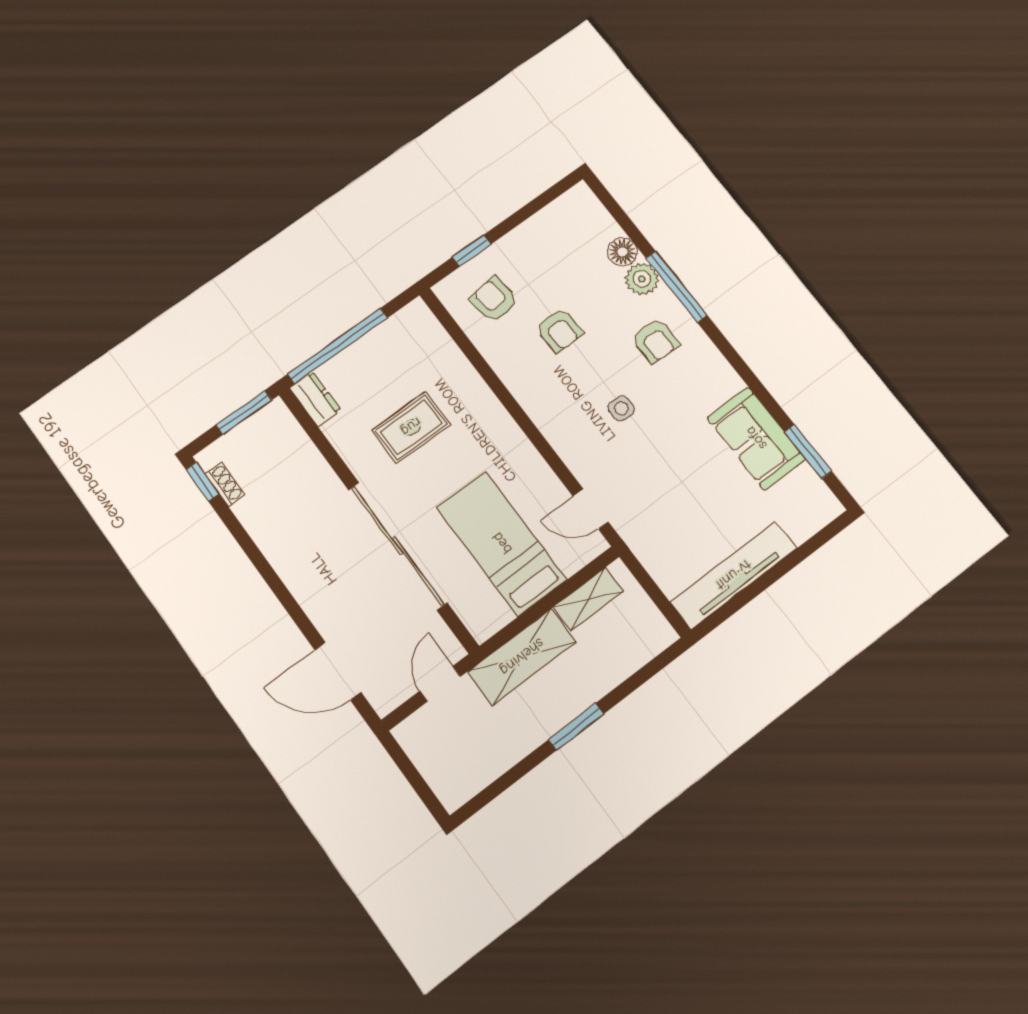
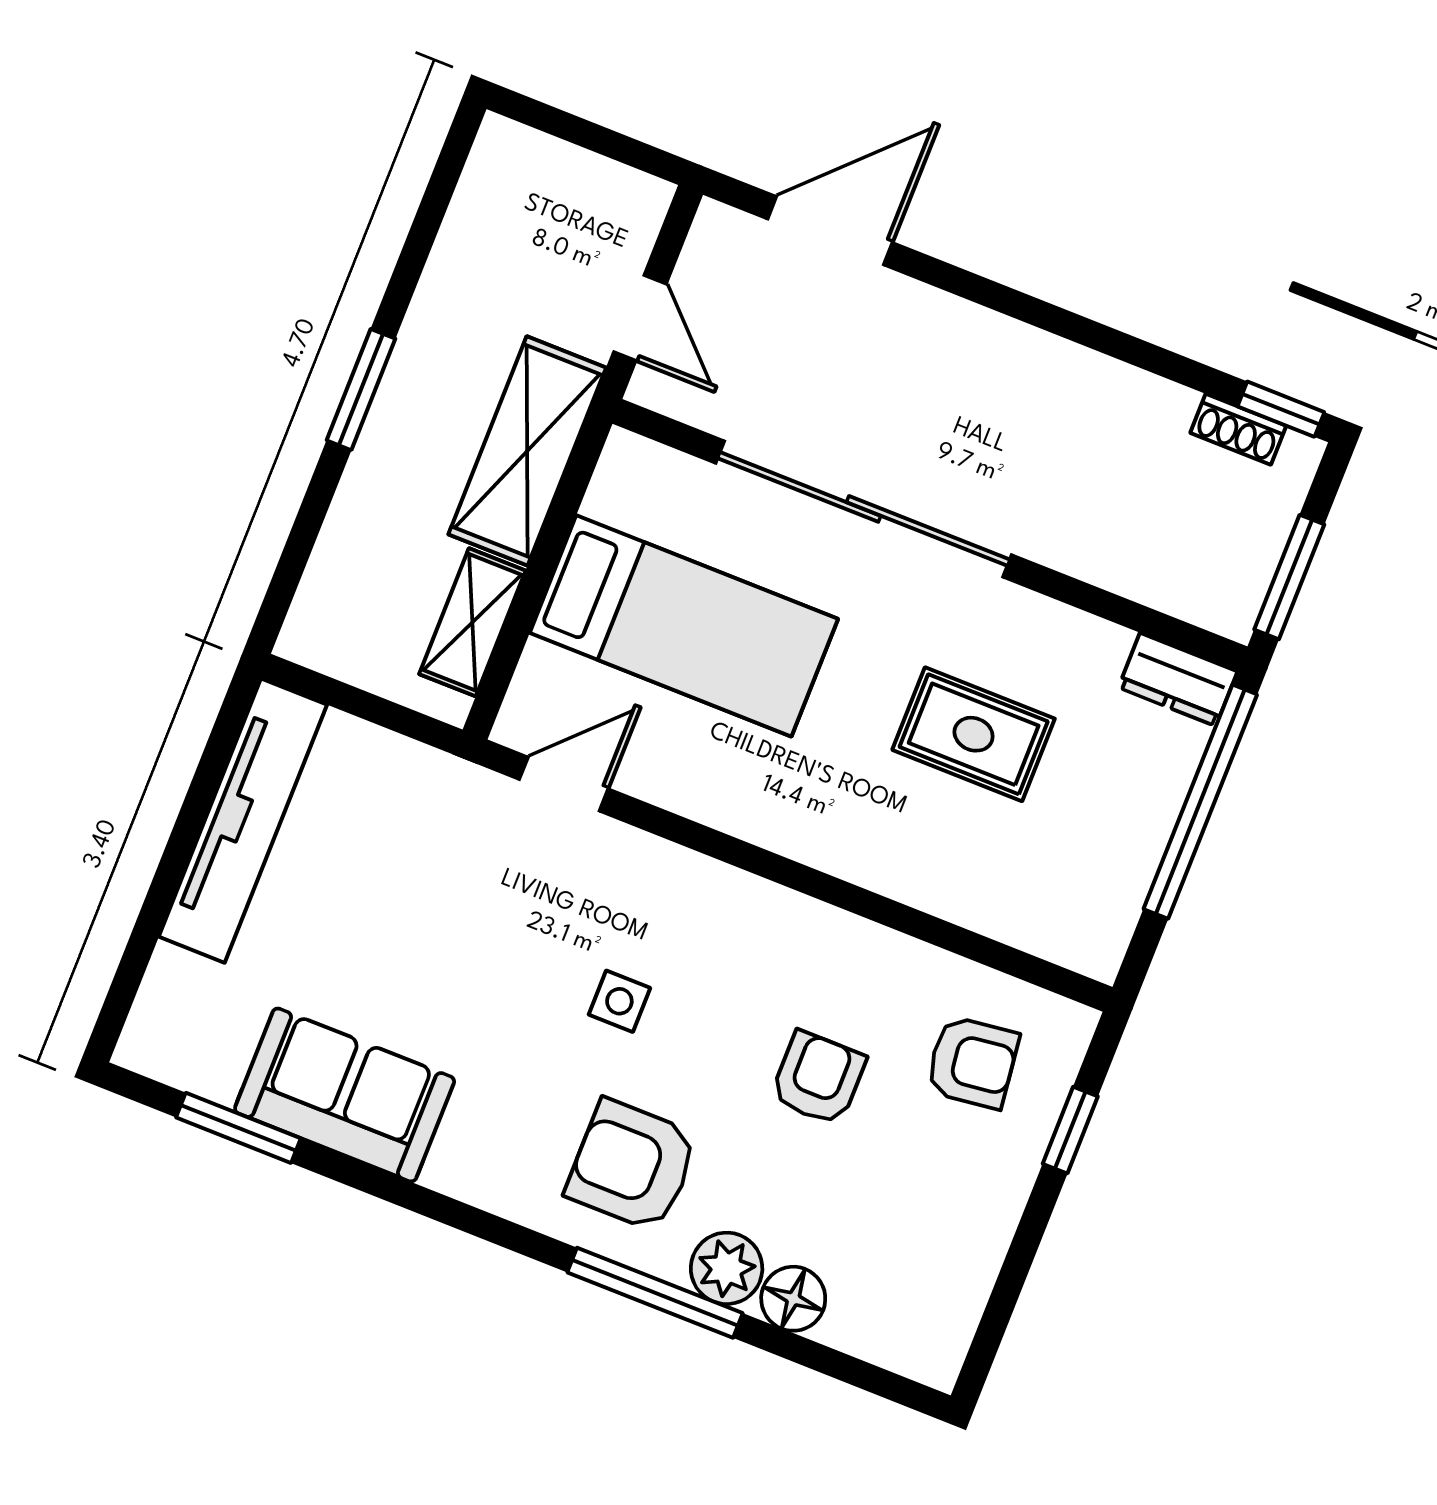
armchair: (559, 330) -> (818, 1078), turned 92
armchair: (655, 341) -> (632, 1165), width x1.38, depth x1.38
rug: (411, 427) -> (974, 734), turned 90

